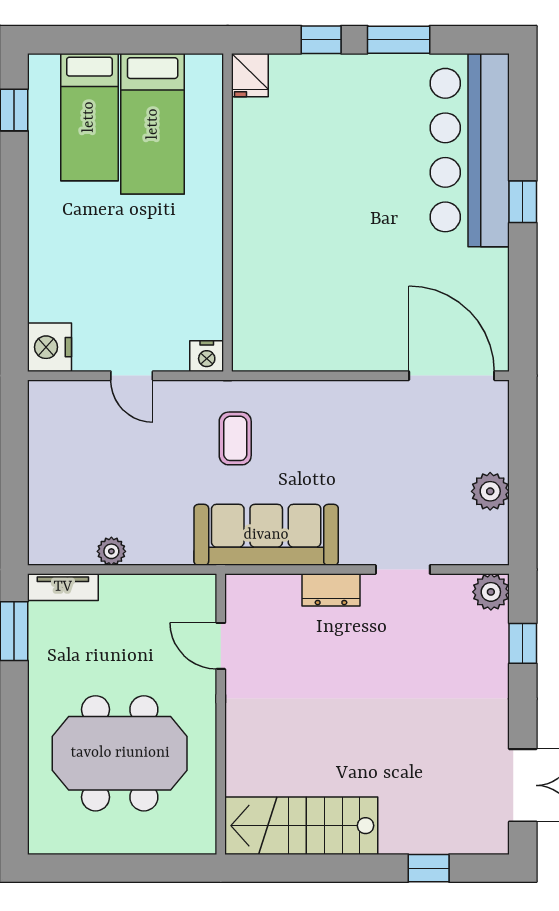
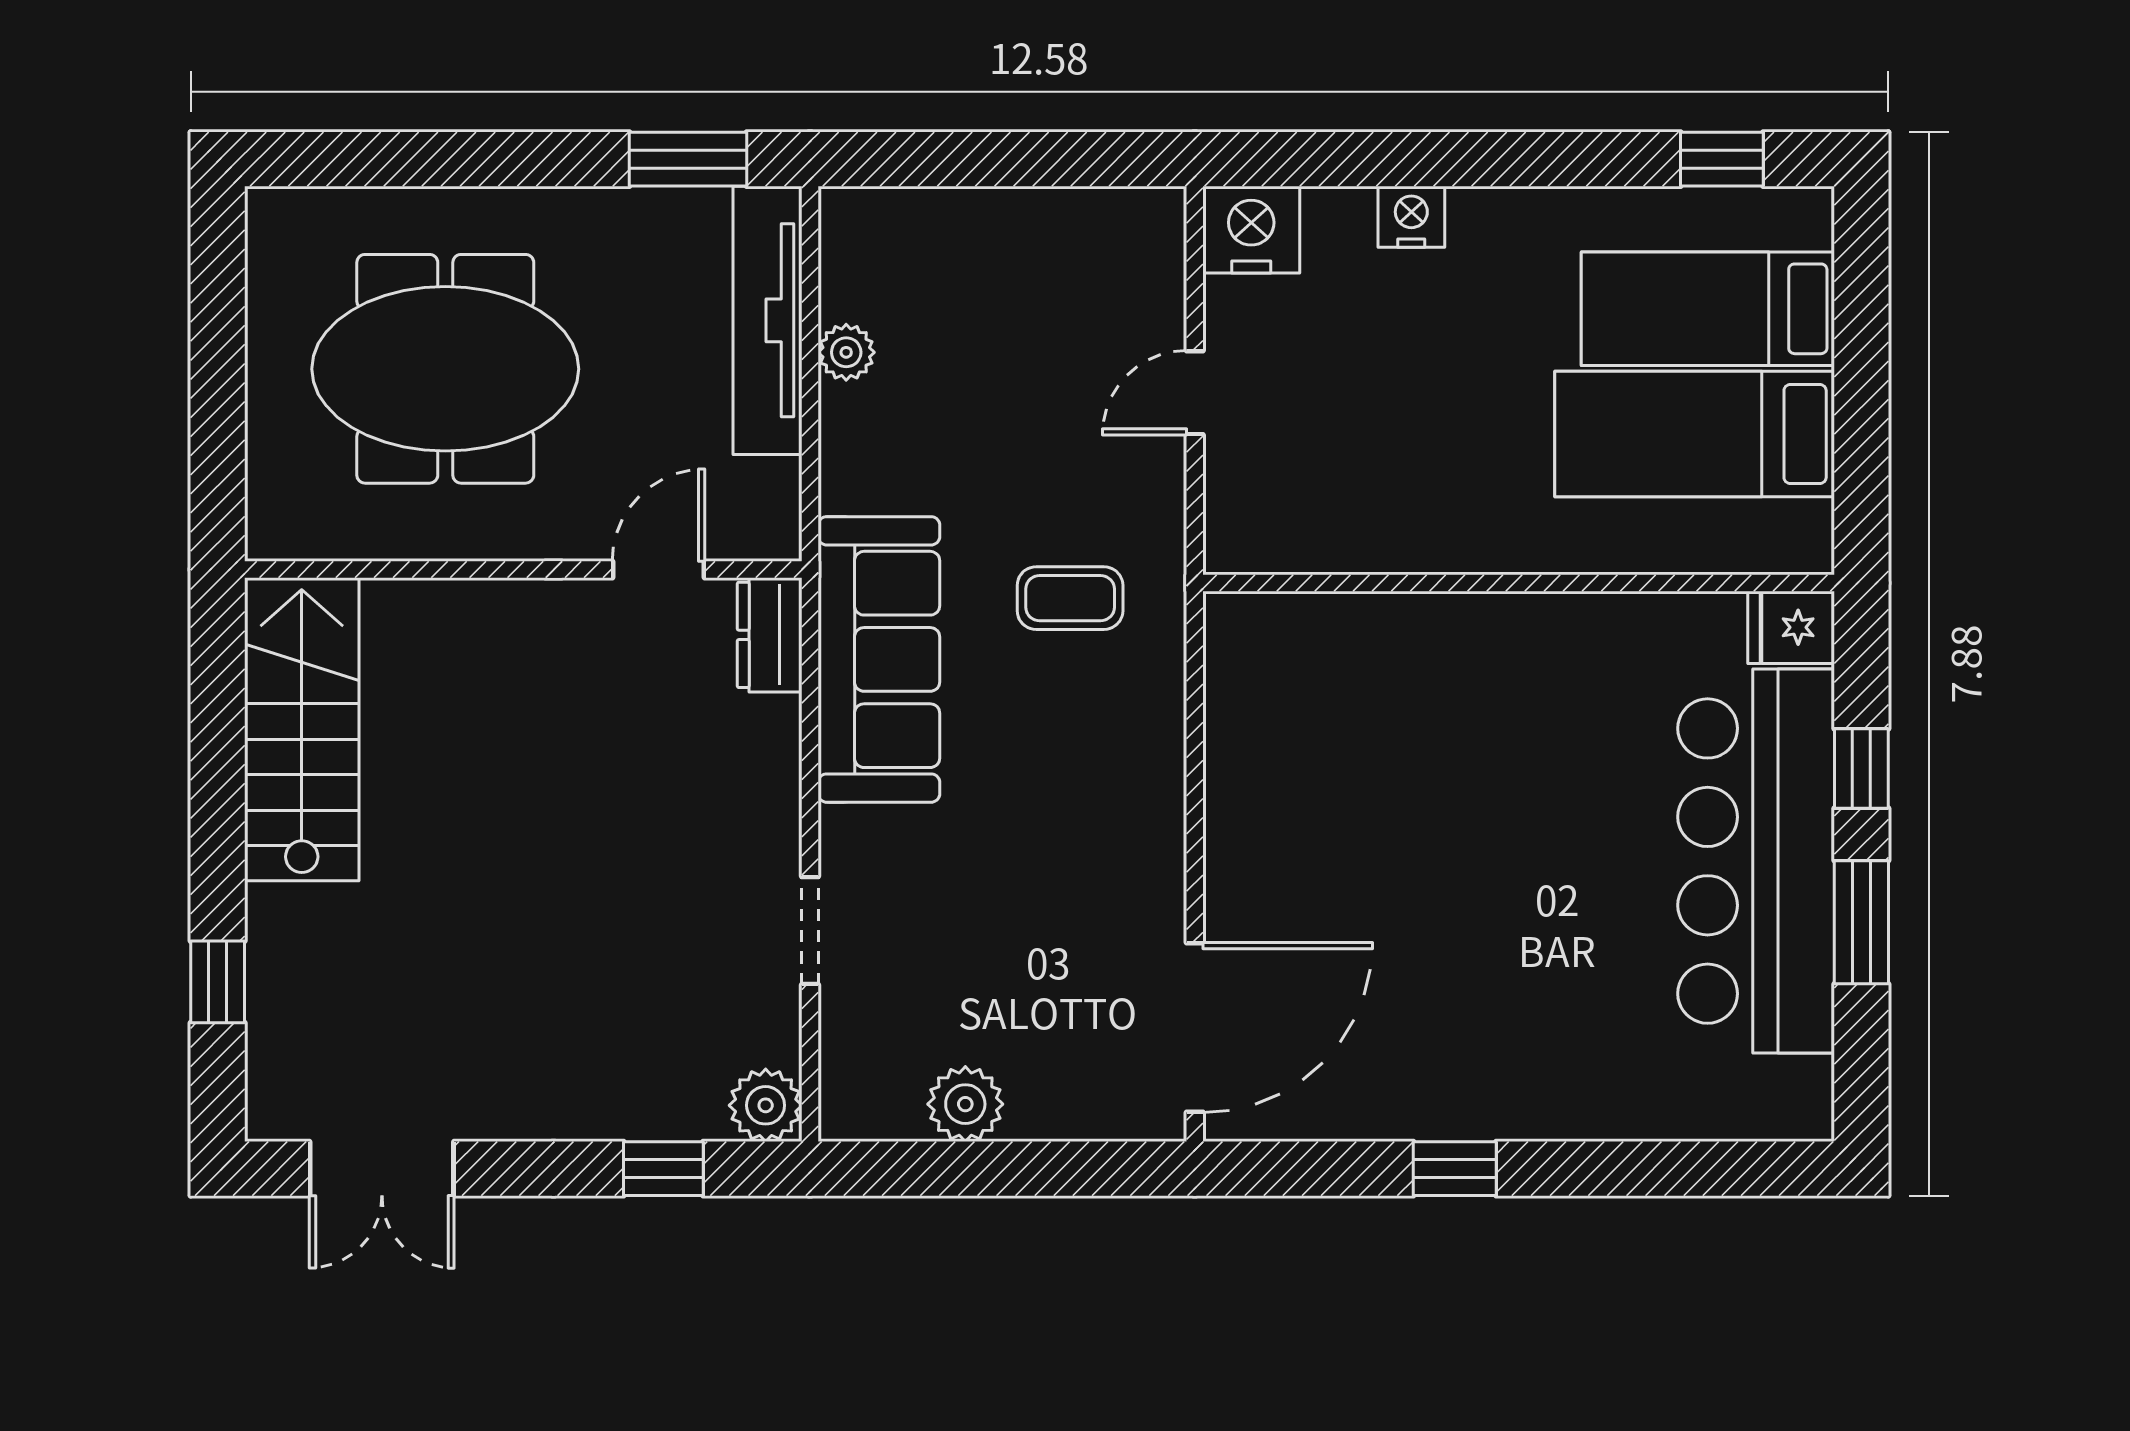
bar counter: (470, 150) -> (1756, 861), moved, turned -90
window: (523, 202) -> (1455, 1169), moved
nightstand: (207, 356) -> (1411, 217), moved, turned 90
tv unit: (63, 587) -> (768, 320), width x1.92, depth x1.29
dresser: (331, 590) -> (770, 635), moved
meeting table: (120, 753) -> (445, 369), turned 90

